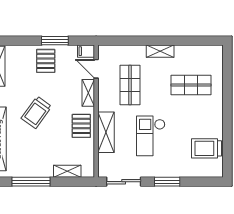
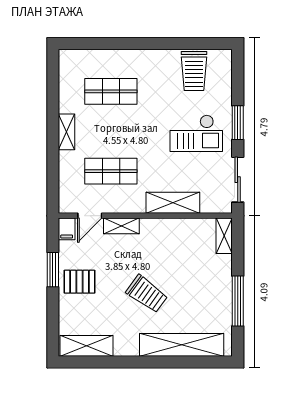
shop shelf: (191, 85) -> (111, 91), turned 90
pallet: (81, 126) -> (165, 235), removed
checkout: (151, 136) -> (196, 133), moved
shelving: (67, 171) -> (224, 236), moved

